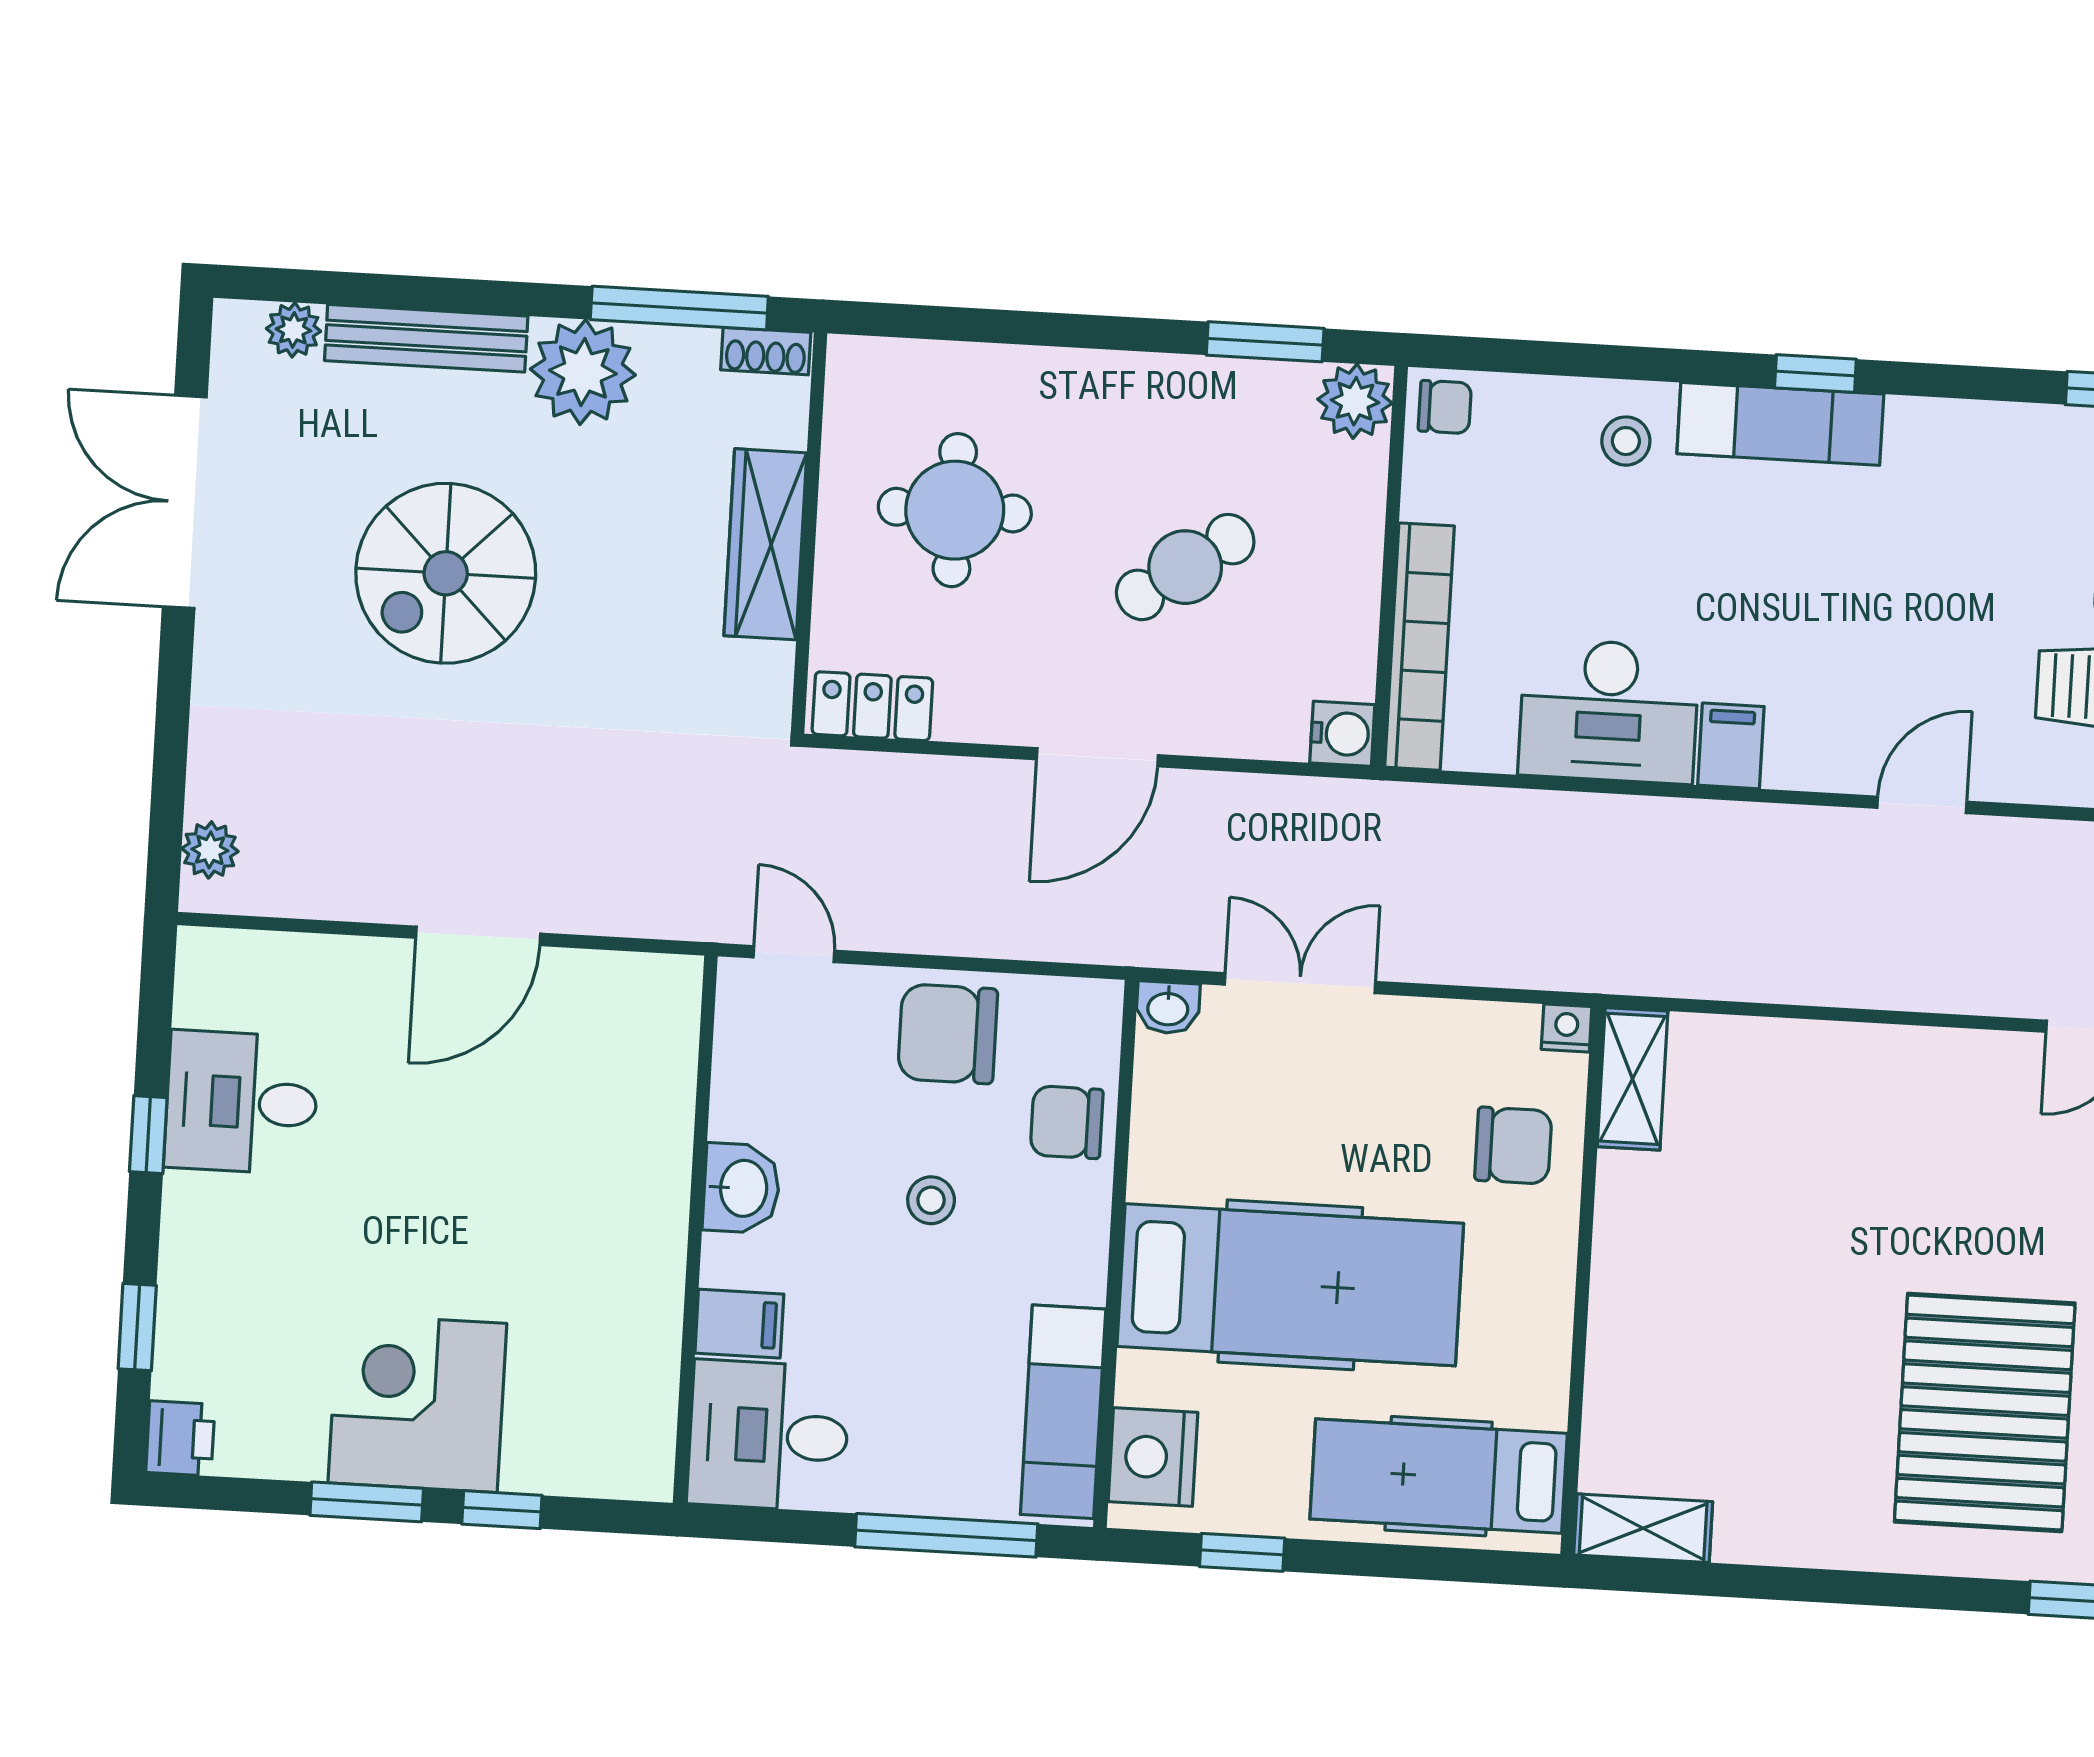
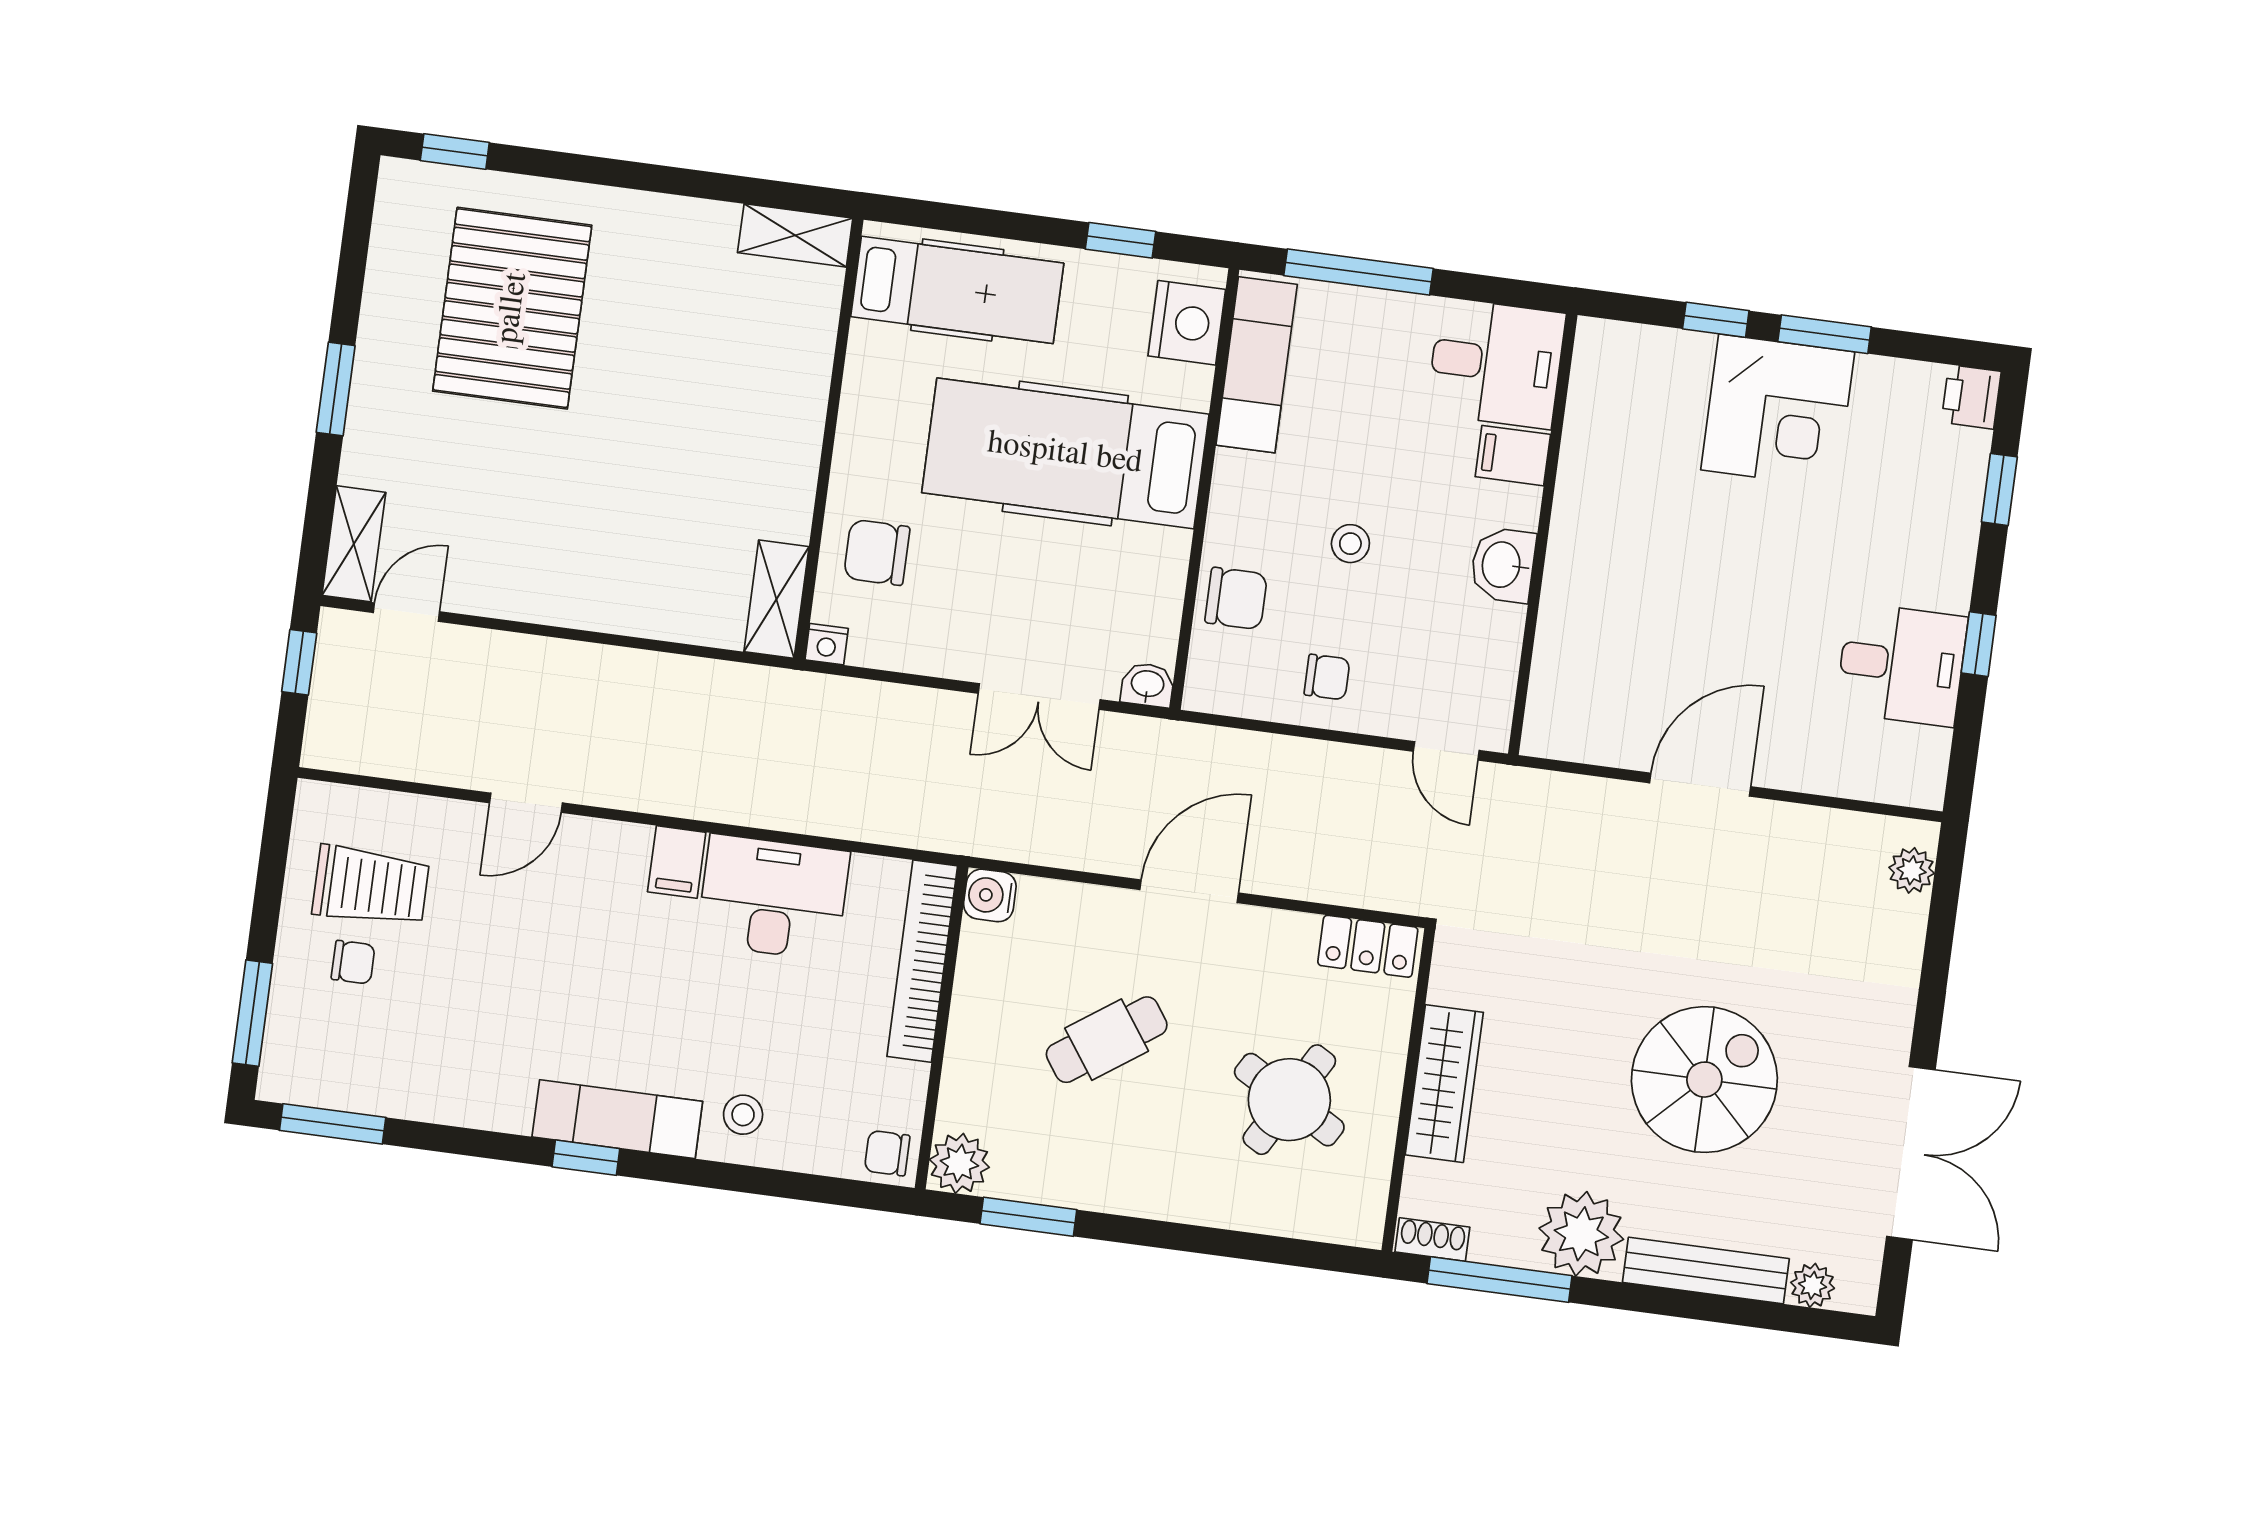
round table: (955, 510) -> (1289, 1100), turned 30
chair: (948, 1034) -> (1327, 677), width x0.54, depth x0.54

